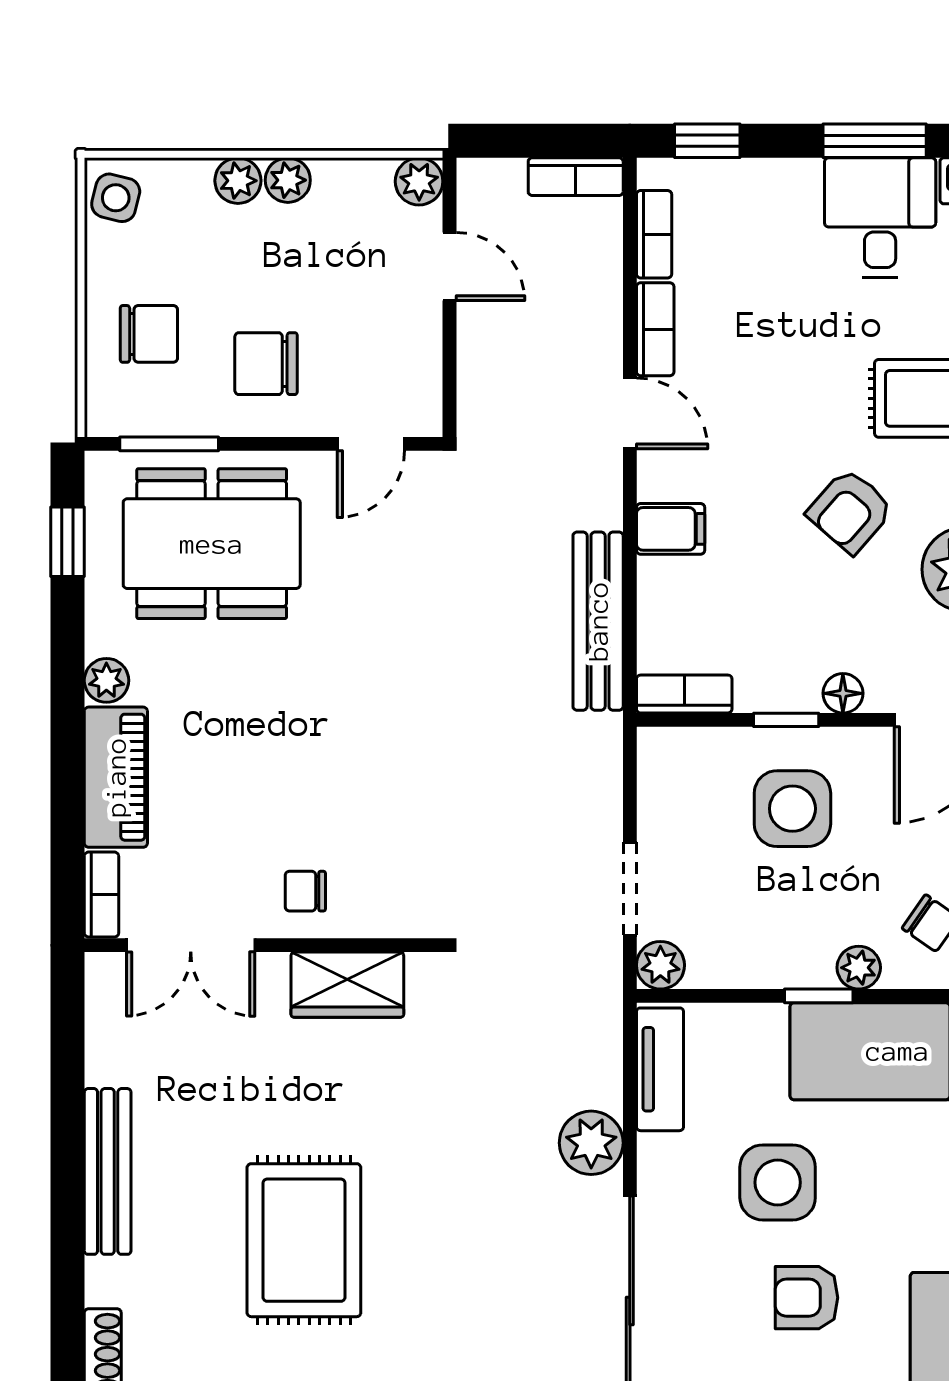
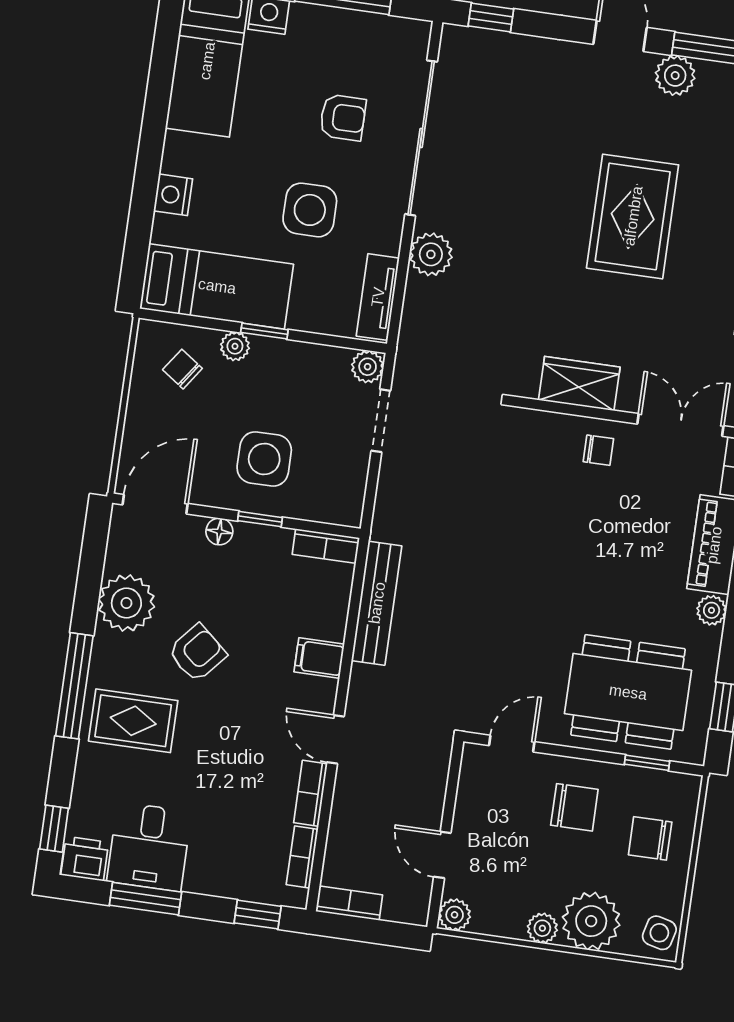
plant: (238, 181) -> (591, 921), width x1.88, depth x1.88
window: (169, 444) -> (647, 763), width x0.67
armchair: (806, 1298) -> (343, 118), moved

